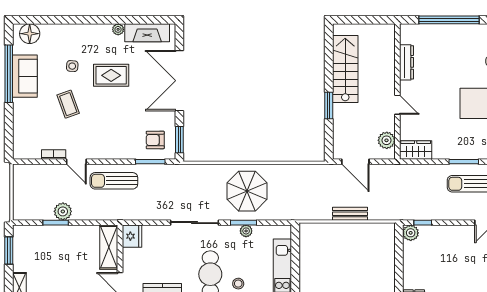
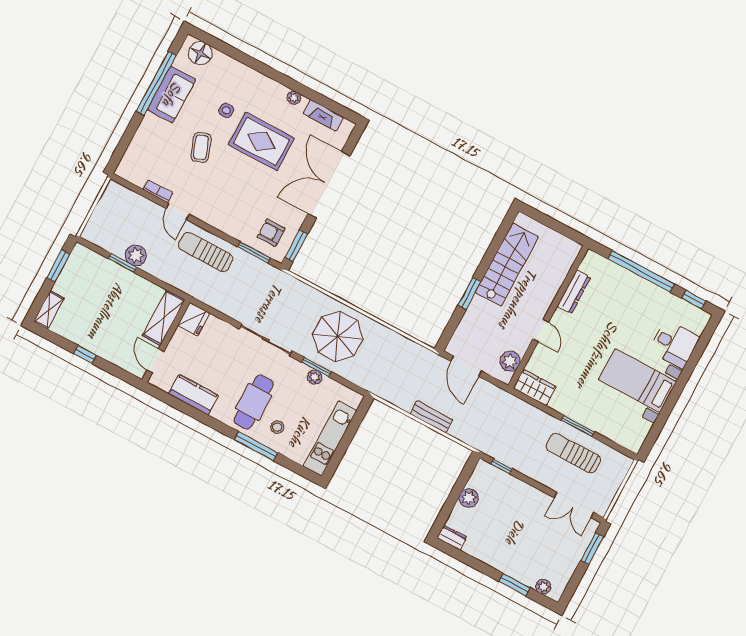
fireplace: (147, 33) -> (323, 115), width x0.73, depth x0.76
rug: (111, 75) -> (261, 141), width x1.36, depth x1.43
plant: (411, 233) -> (469, 498), moved

